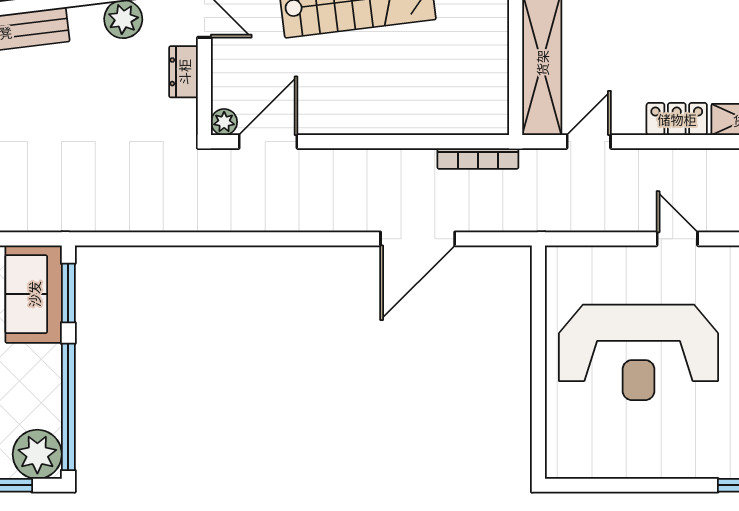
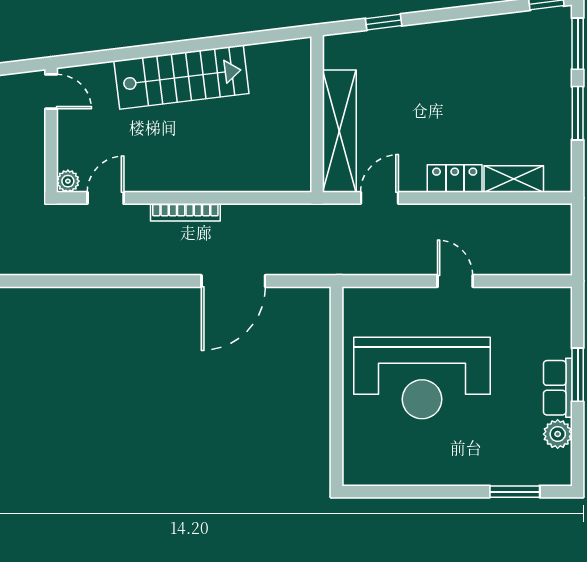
dresser: (184, 72) -> (33, 138), removed
door: (268, 142) -> (106, 198), width x0.73
bookcase: (478, 158) -> (185, 212), moved

